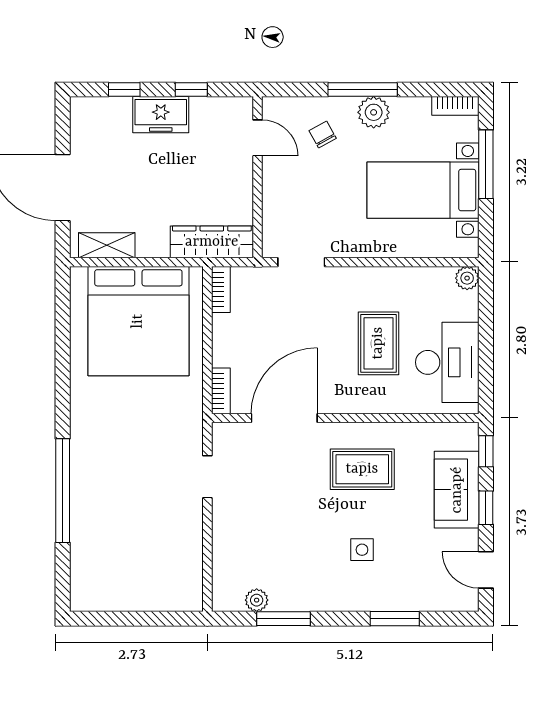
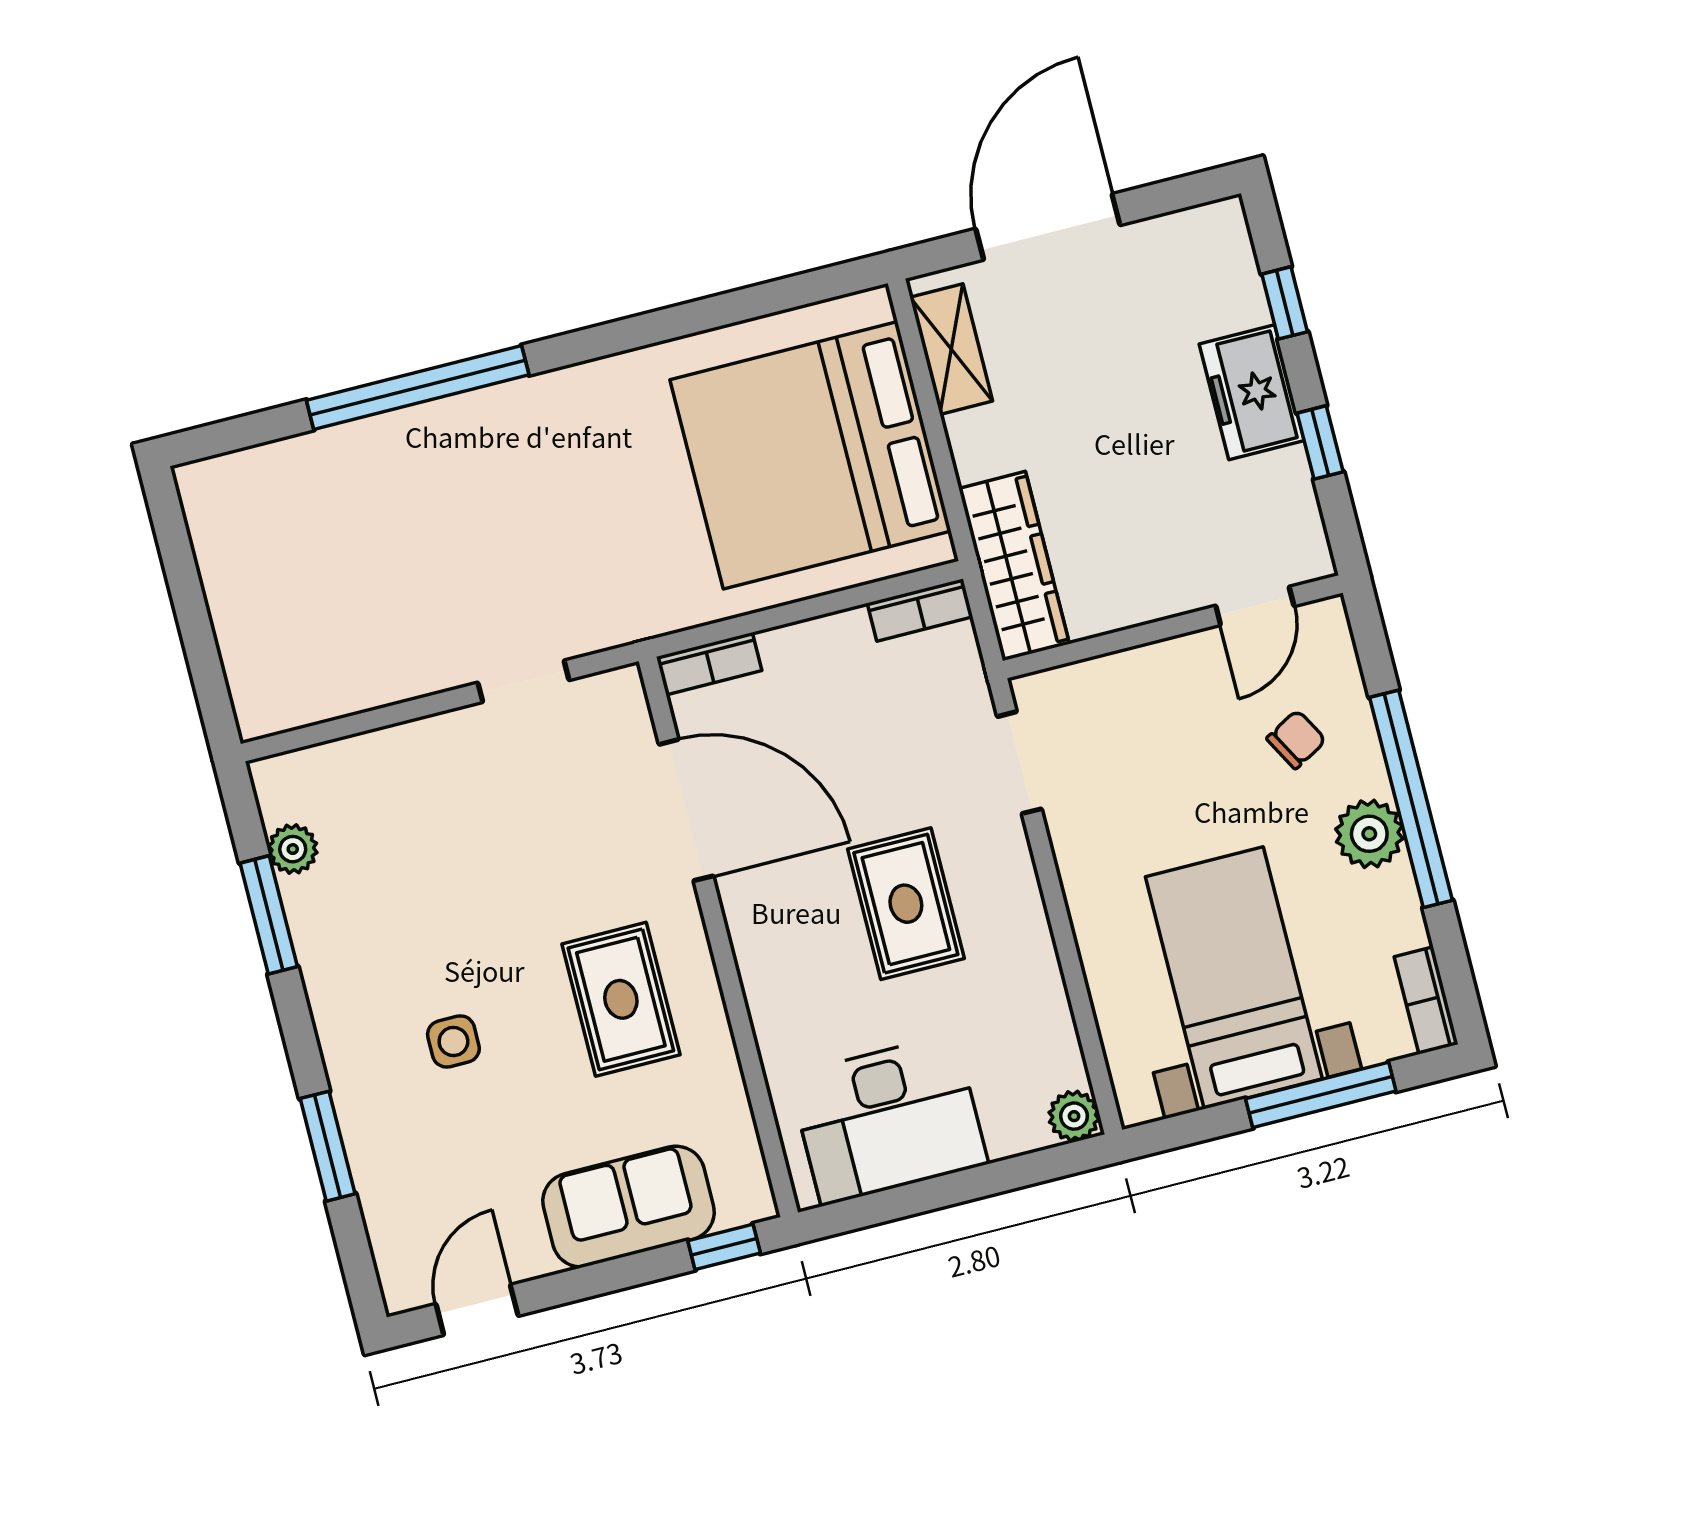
window: (363, 90) -> (1411, 799), width x1.46
rug: (378, 343) -> (906, 904), moved, turned 90
window: (486, 508) -> (606, 1277), removed

